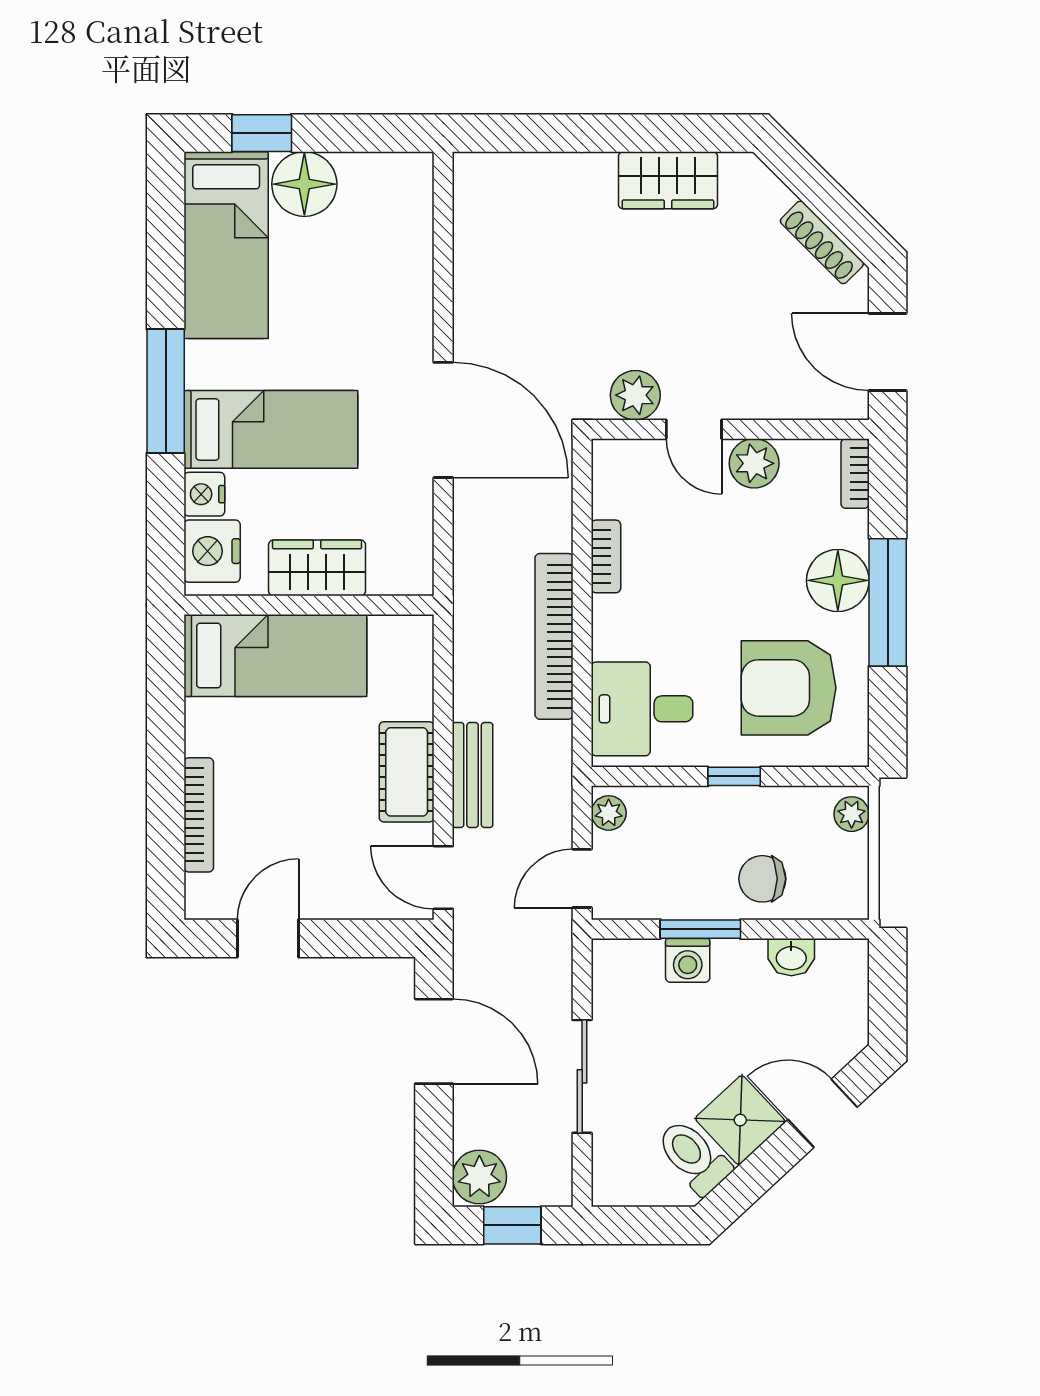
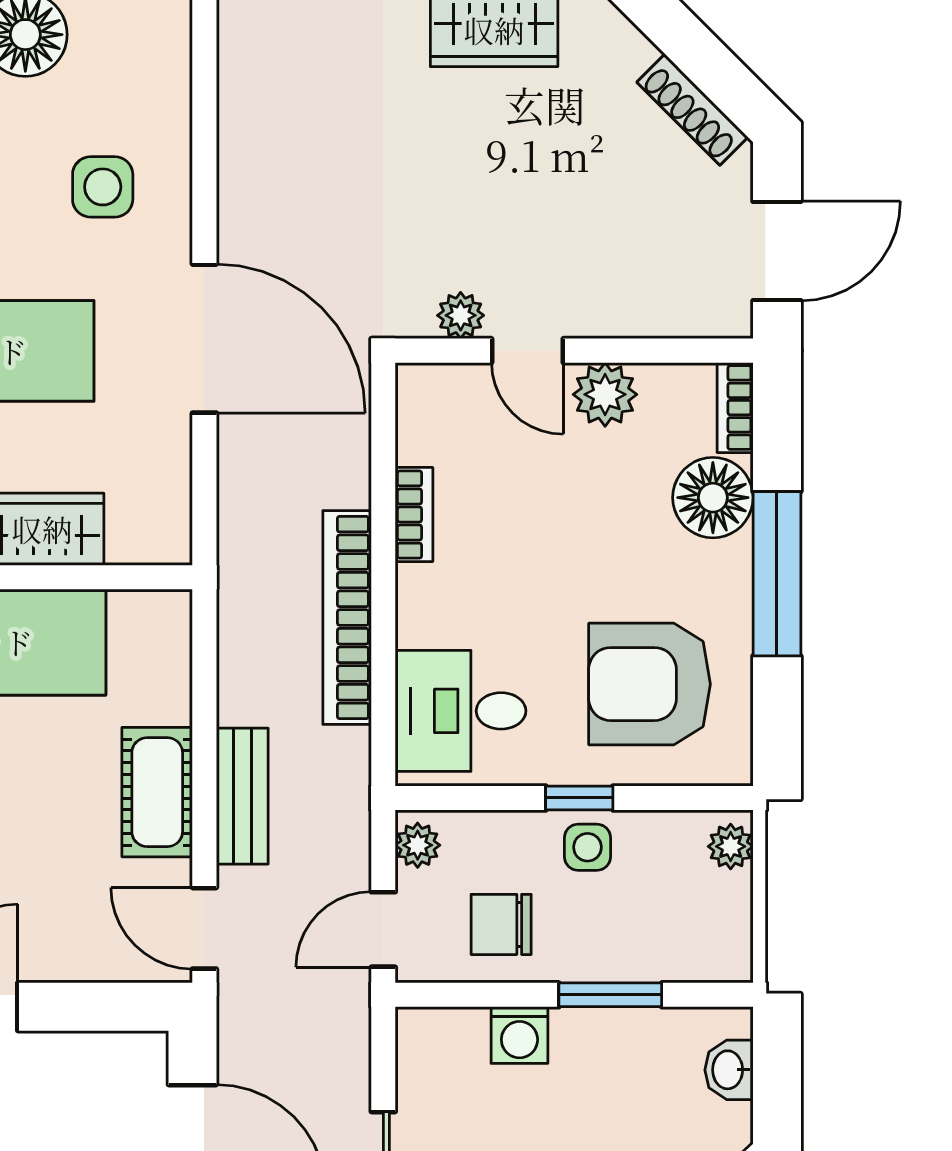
side table: (364, 302) -> (103, 187), added
door: (888, 352) -> (777, 251), swing flipped
plant: (635, 395) -> (461, 315), width x0.73, depth x0.73
floor lamp: (838, 580) -> (713, 498), moved
side table: (740, 815) -> (587, 847), added
chair: (762, 879) -> (501, 924), moved
window: (700, 929) -> (610, 995), moved
washbasin: (791, 957) -> (729, 1070), moved, turned 90

